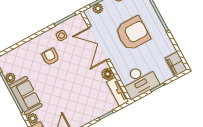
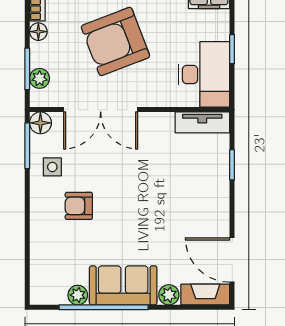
armchair: (133, 33) -> (115, 41), turned -111
floor lamp: (108, 74) -> (40, 123), moved

